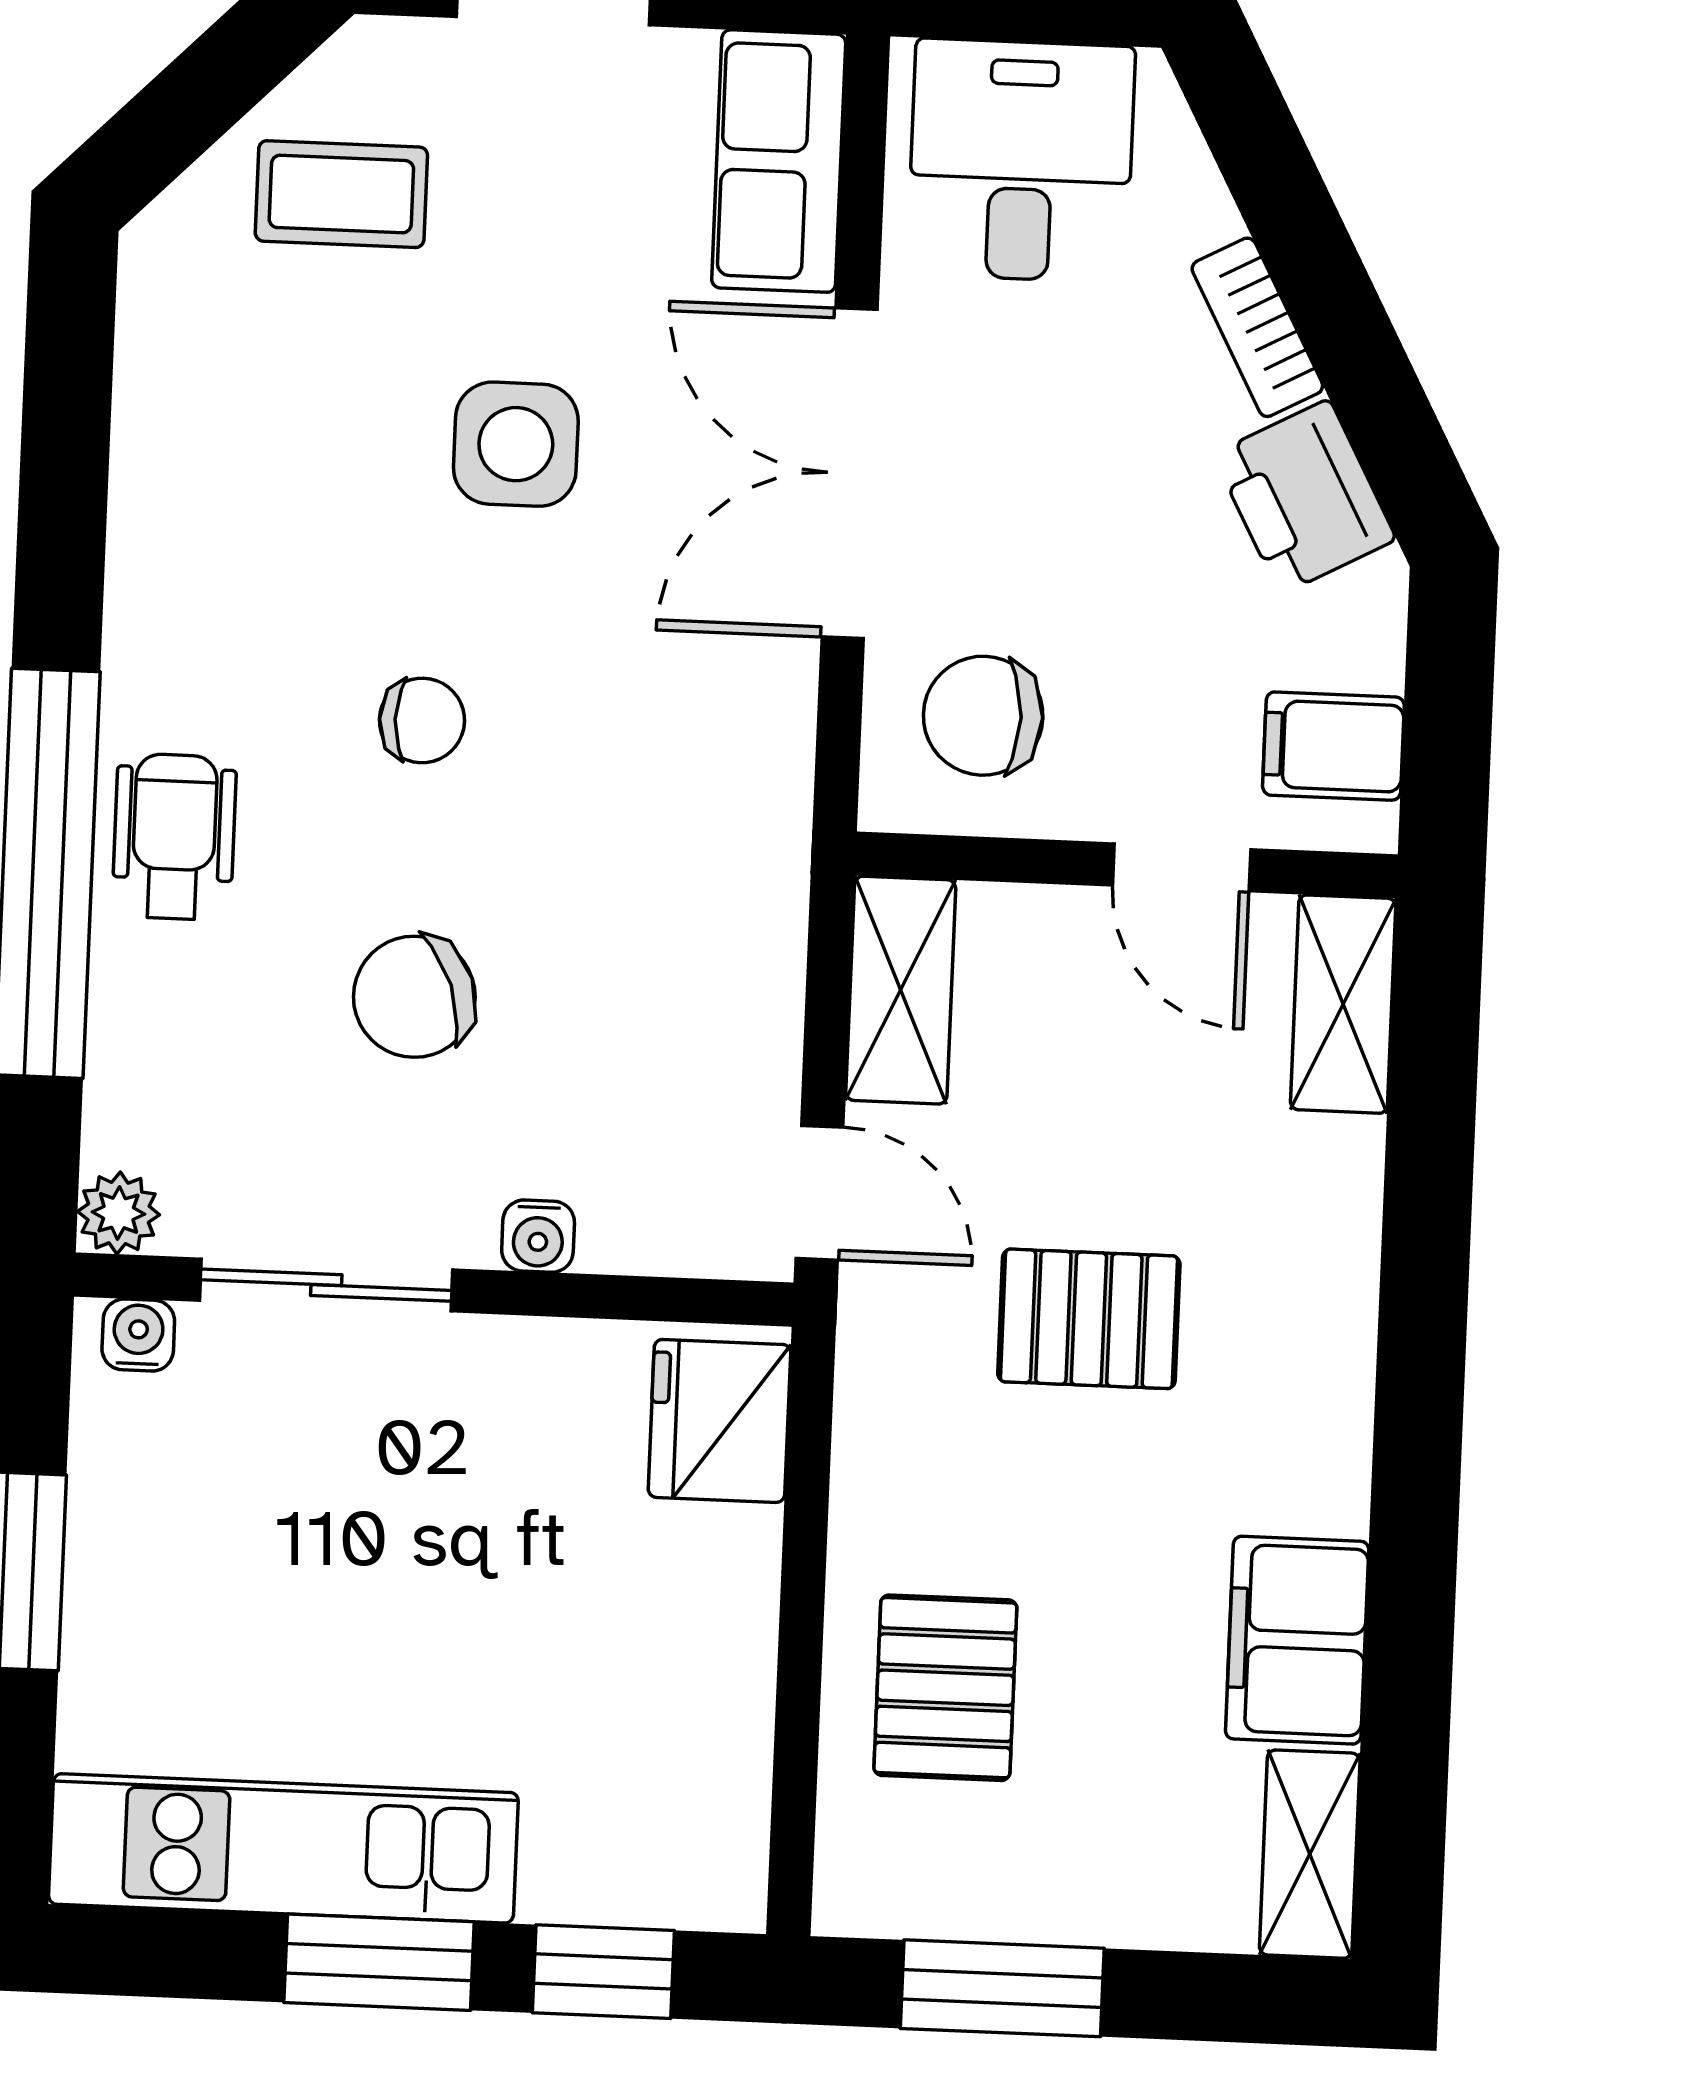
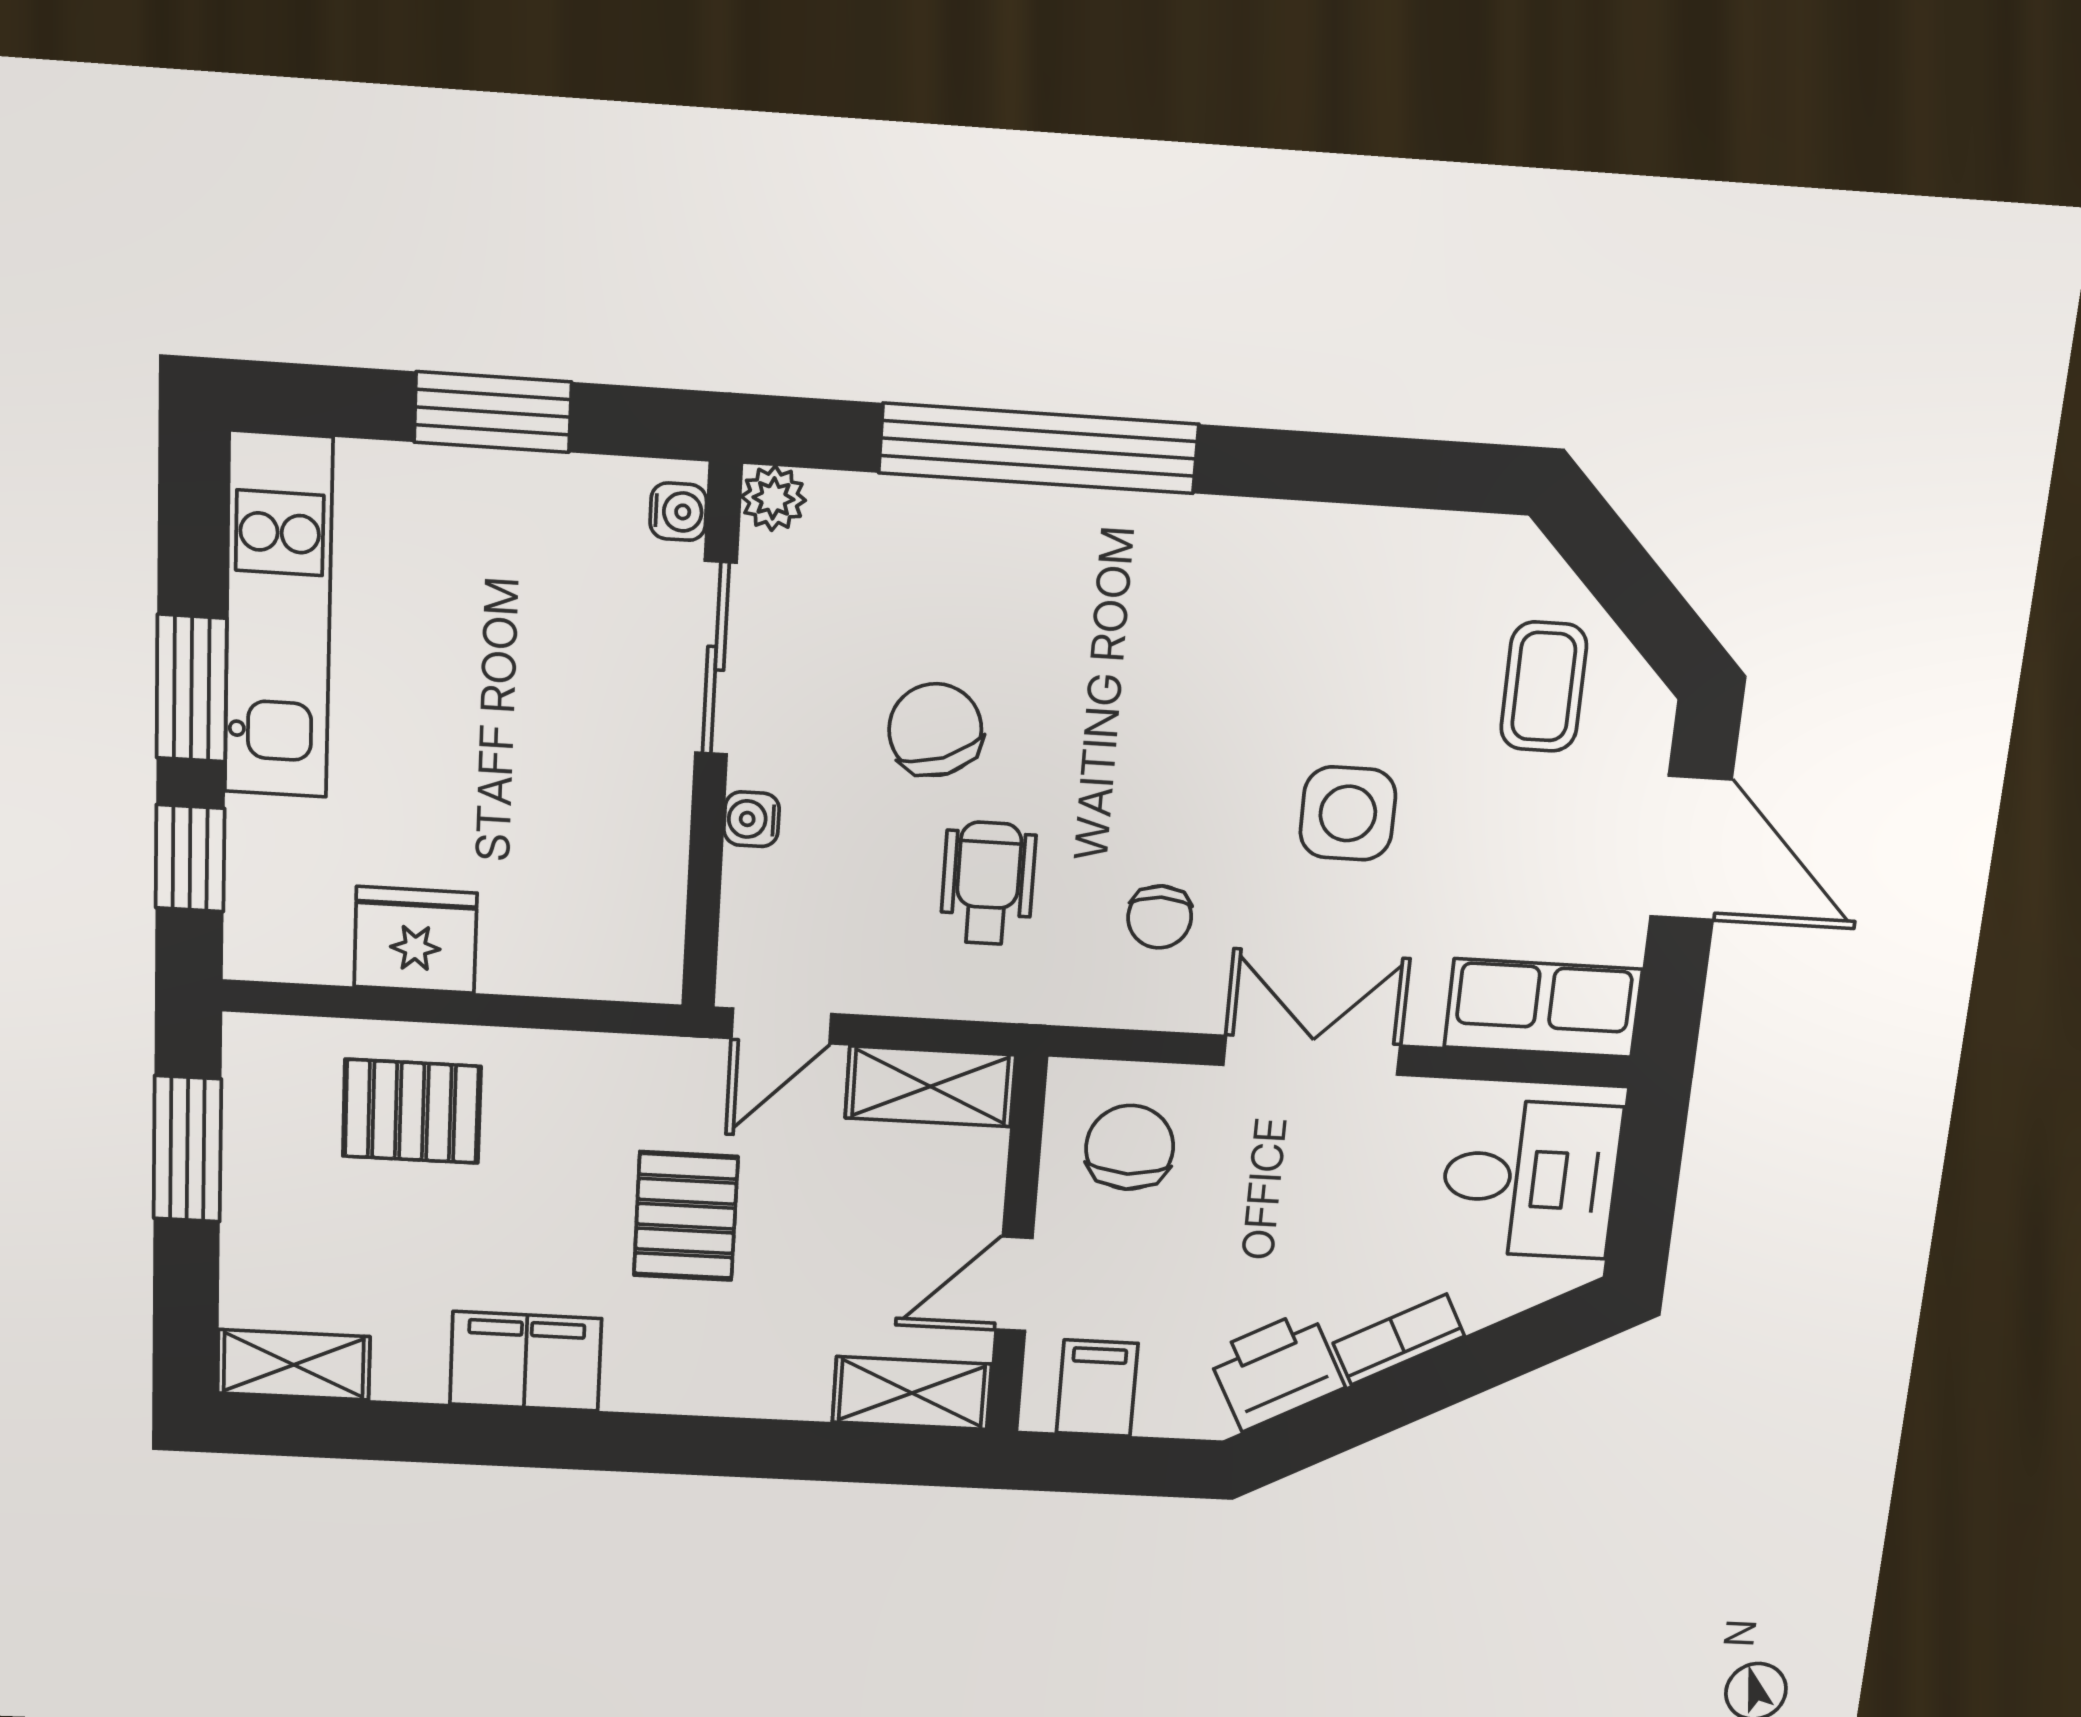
double door: (850, 473) -> (1312, 1055), width x0.73
chair: (422, 720) -> (1160, 917), moved
wheelchair: (174, 837) -> (988, 883), moved, turned -90
fridge: (719, 1421) -> (415, 940), moved
filing cabinet: (1297, 1640) -> (526, 1361), moved

